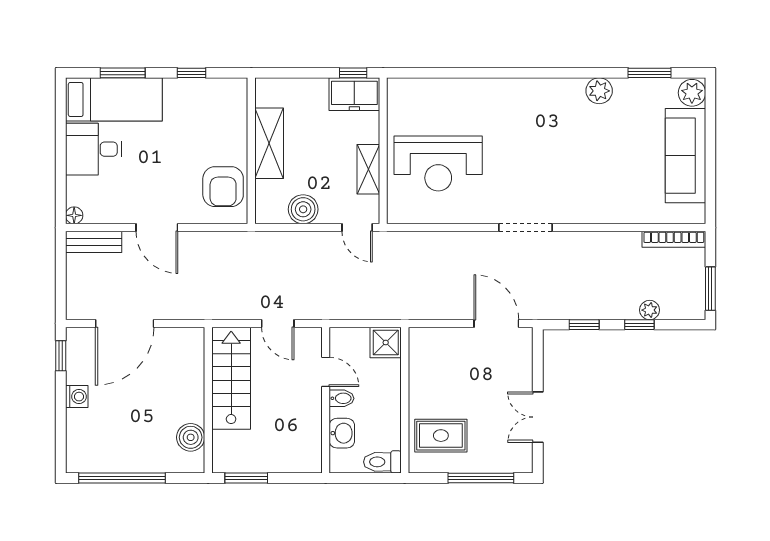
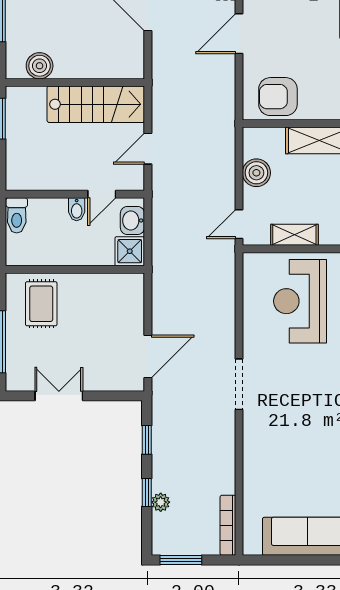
washbasin: (342, 433) -> (132, 220), moved, turned 90
toilet: (382, 462) -> (17, 215), moved, turned 180

